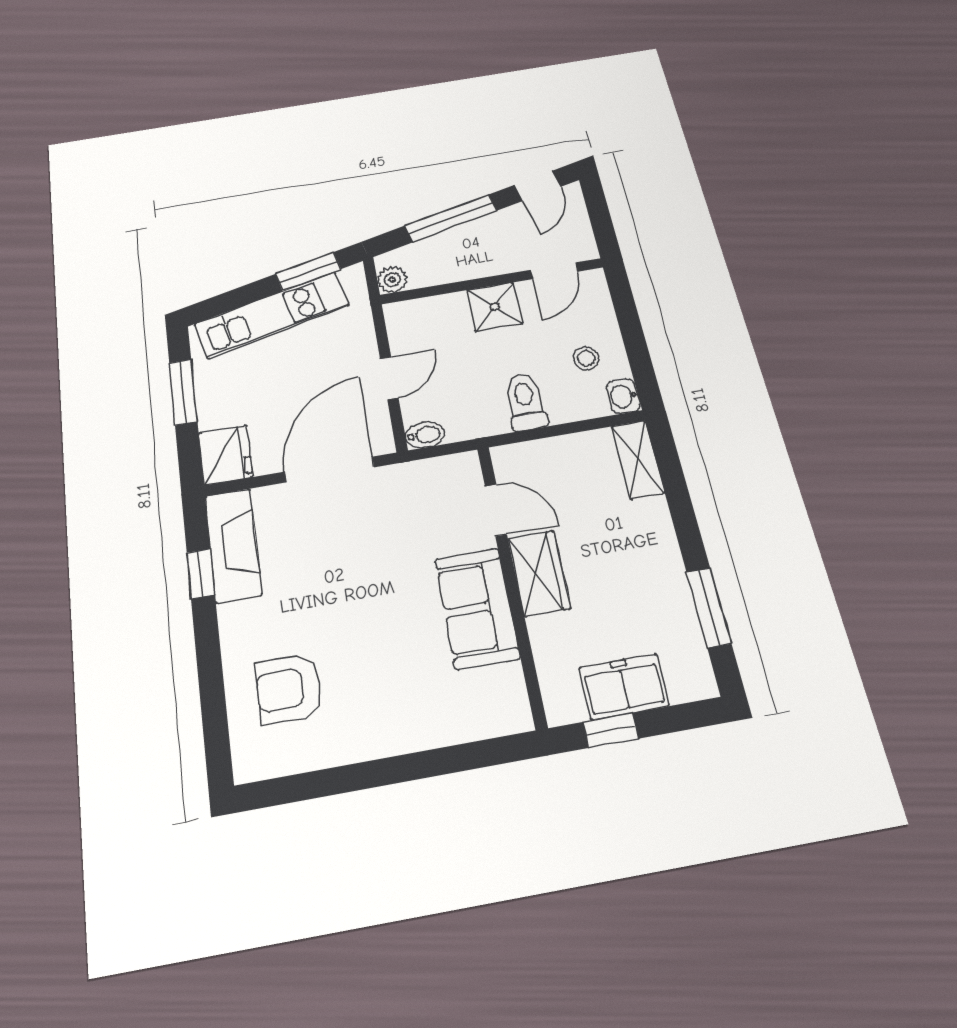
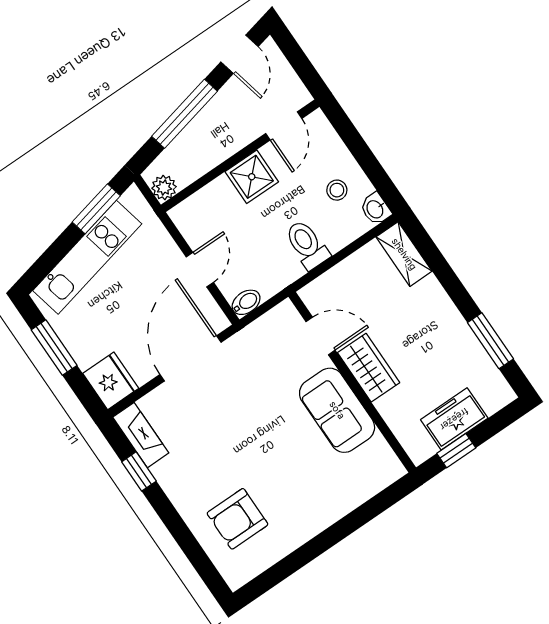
fireplace: (233, 545) -> (141, 435), width x0.73, depth x0.76

